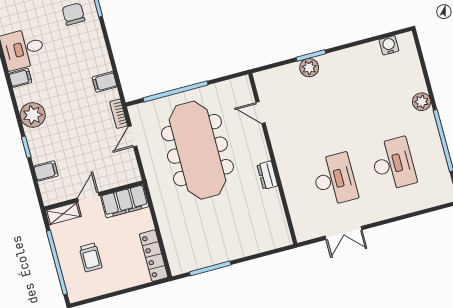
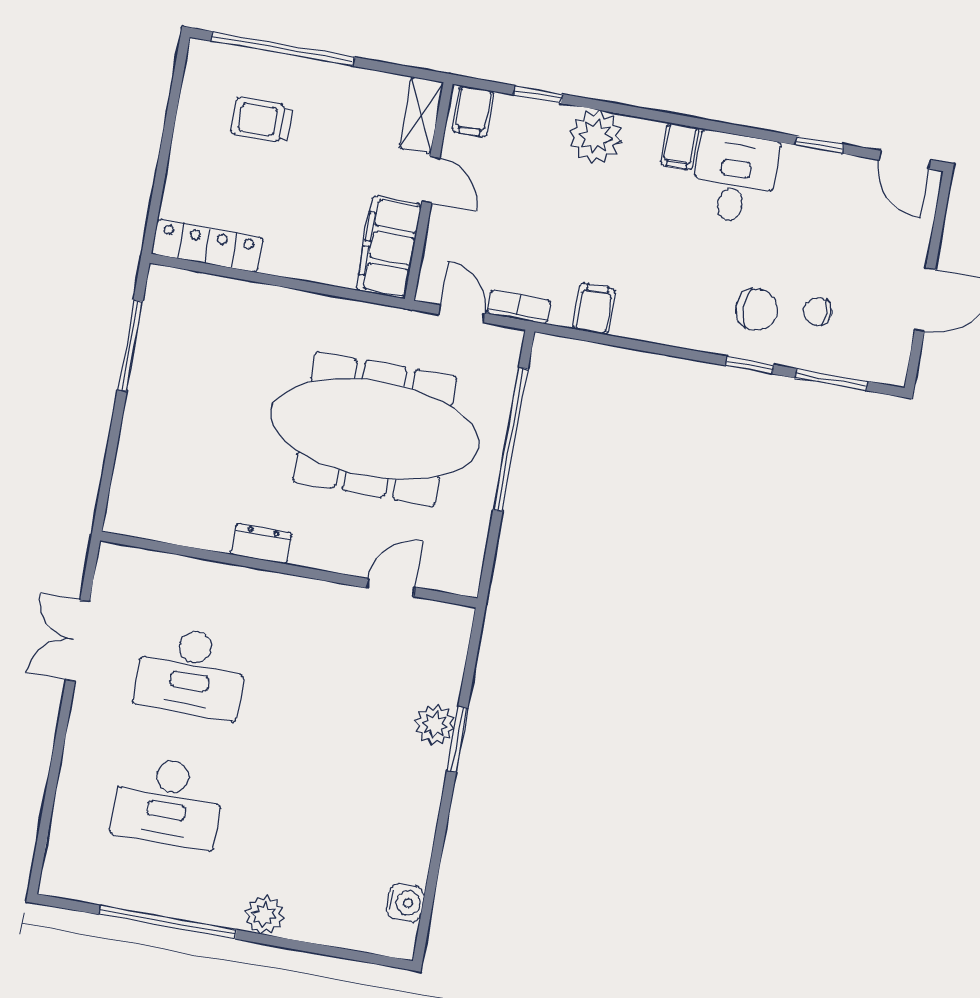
wall: (94, 196) -> (429, 191), moved
door: (88, 197) -> (431, 180), moved
filing cabinet: (125, 201) -> (389, 247), moved
shelving: (63, 214) -> (421, 115), moved

